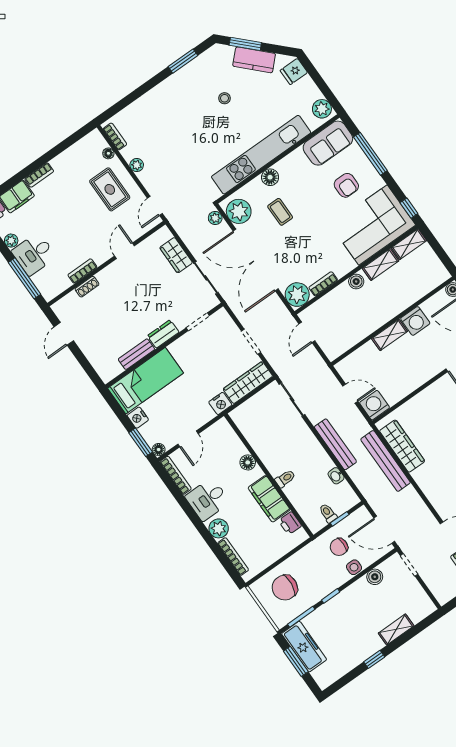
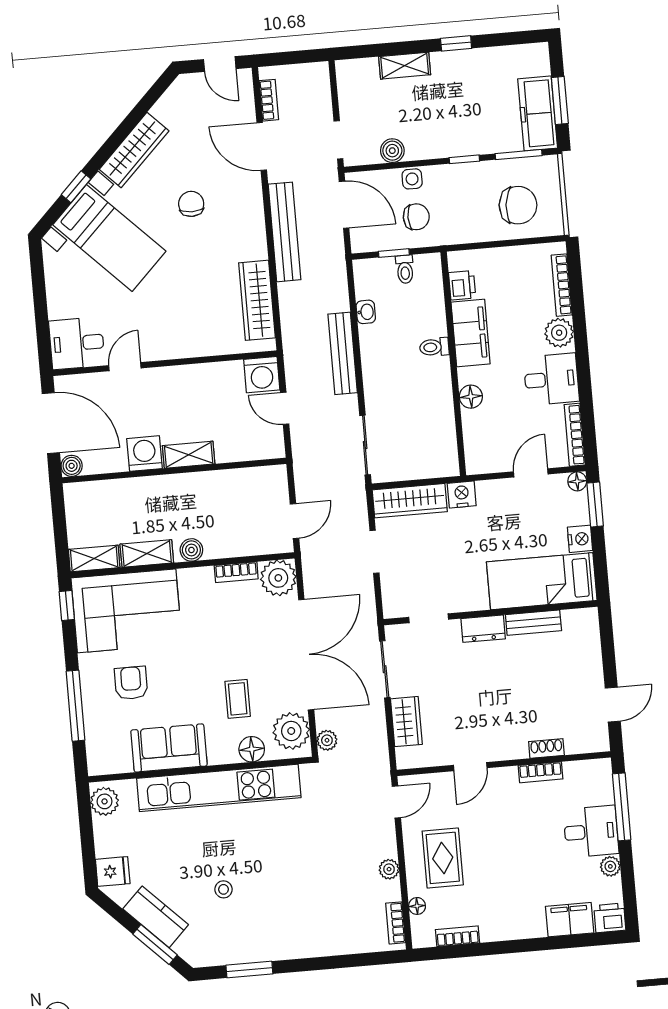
sofa: (328, 143) -> (169, 748), moved
bookcase: (39, 175) -> (458, 936), moved
floor lamp: (270, 177) -> (252, 749), moved
bench: (386, 461) -> (285, 232), moved

